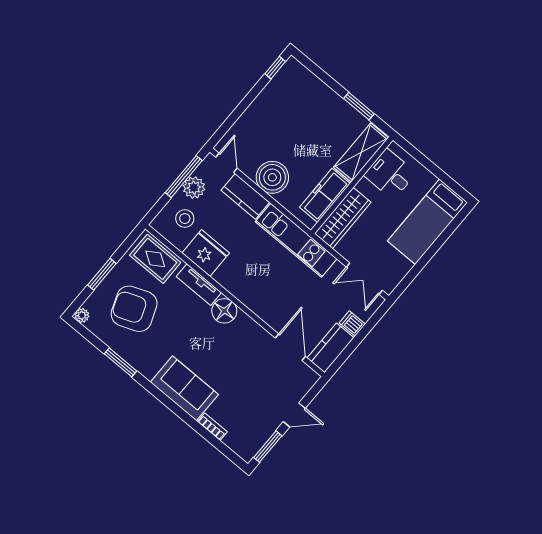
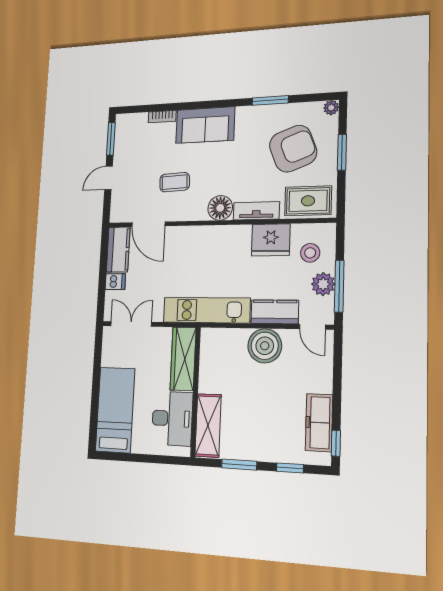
window: (322, 75) -> (290, 468), added
desk: (390, 174) -> (172, 418), width x1.37
freezer: (325, 195) -> (319, 423), moved, turned 180
coffee table: (244, 363) -> (175, 182), added

